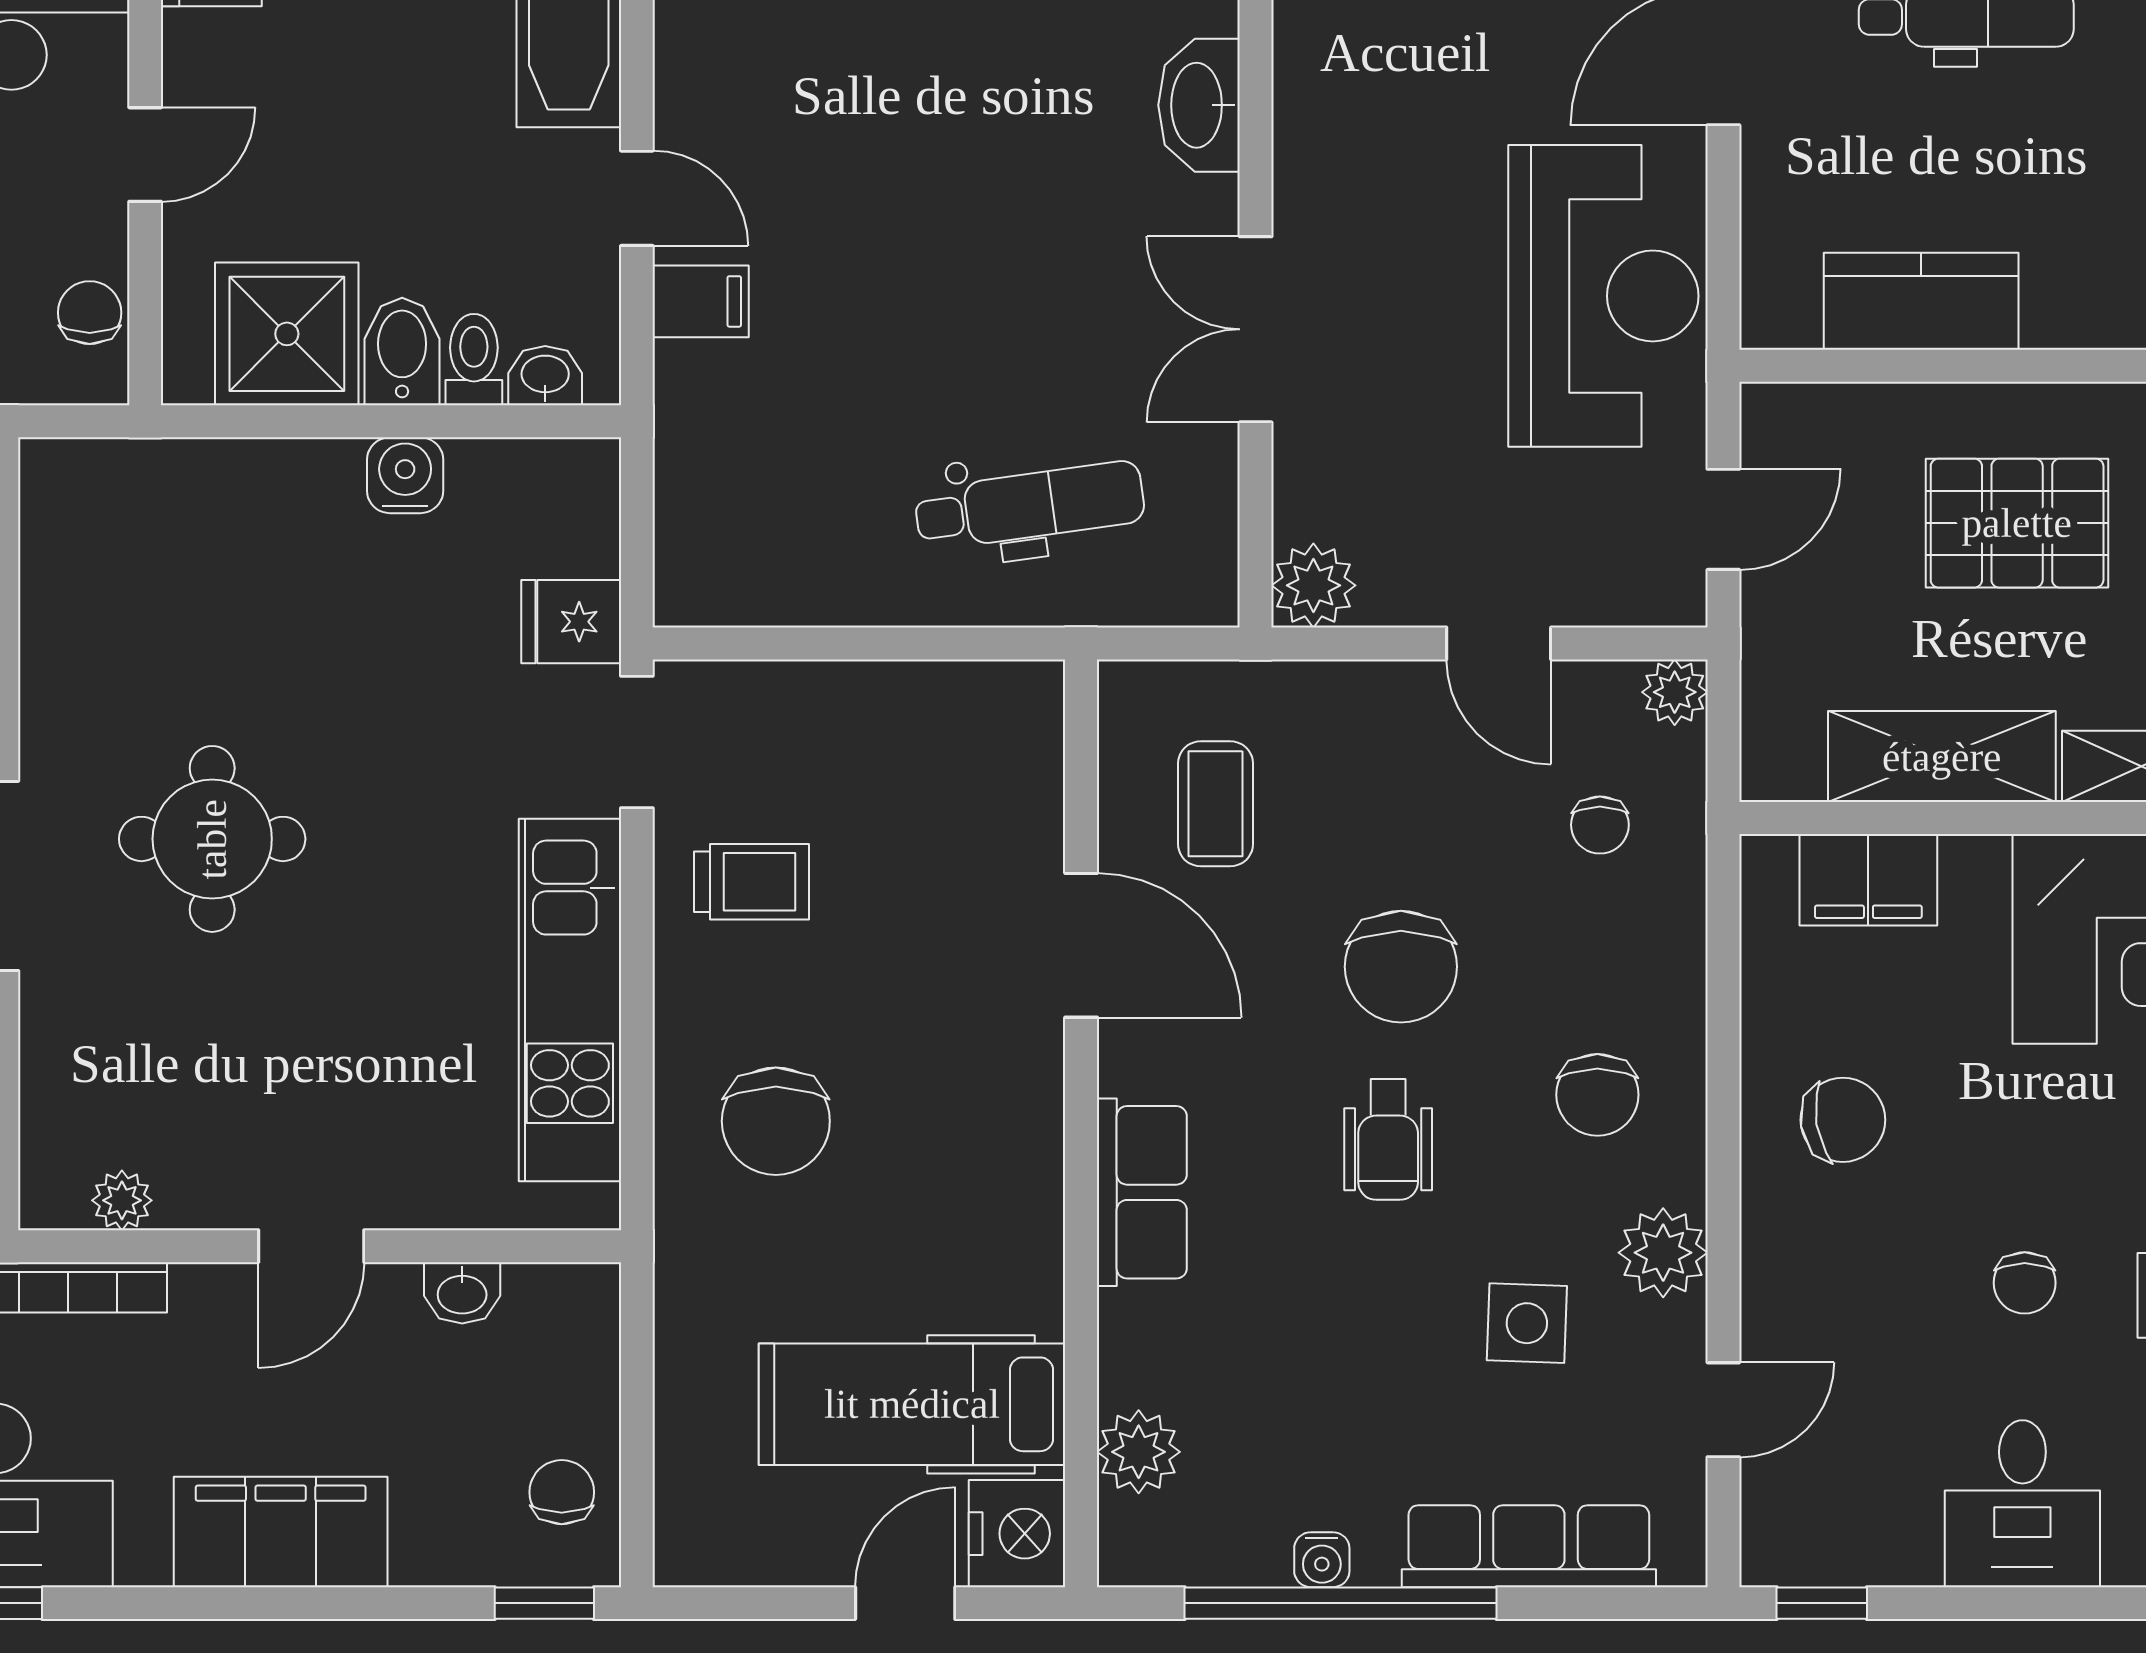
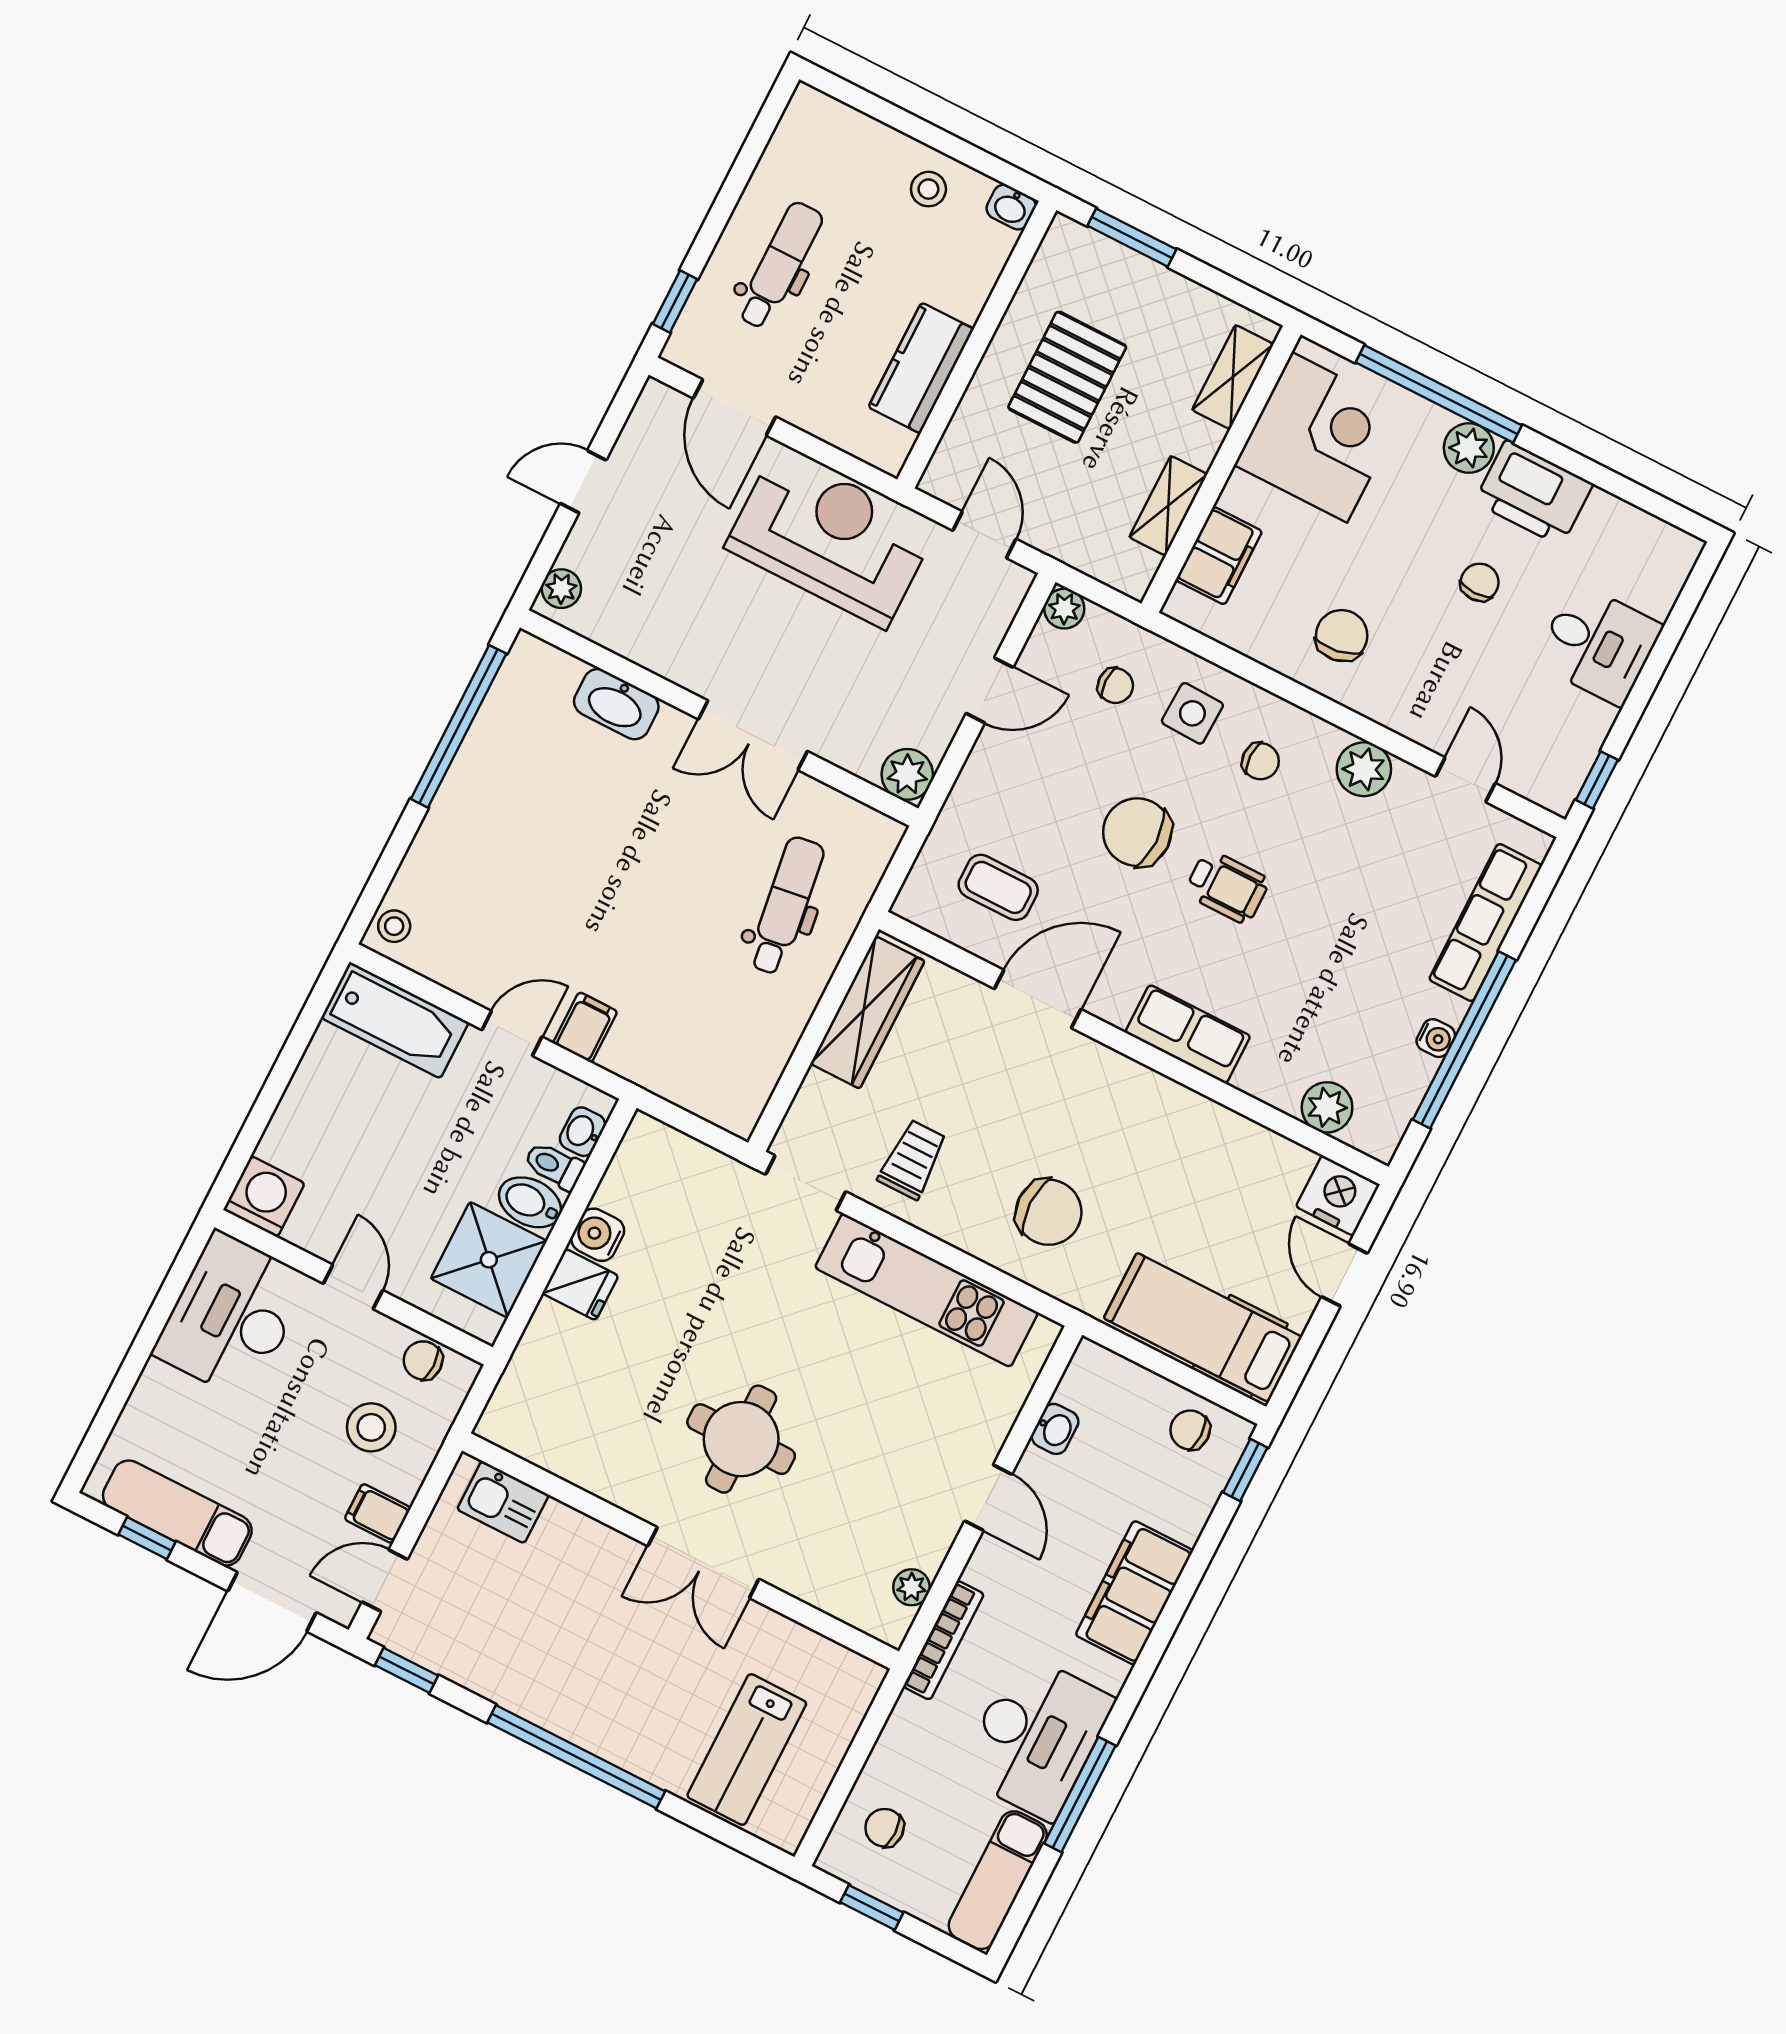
fridge: (571, 622) -> (580, 1284), moved, turned -90
wardrobe: (934, 705) -> (867, 1012), added
shelving: (1942, 757) -> (1168, 506), width x0.67, depth x0.75
chair: (1401, 967) -> (1137, 832), turned 180
chair: (1597, 1095) -> (1260, 761), width x0.73, depth x0.73
chair: (2025, 1283) -> (1480, 582), turned -90
side table: (1527, 1323) -> (1192, 713), moved
hospital bed: (912, 1404) -> (1203, 1328), moved, turned 90

